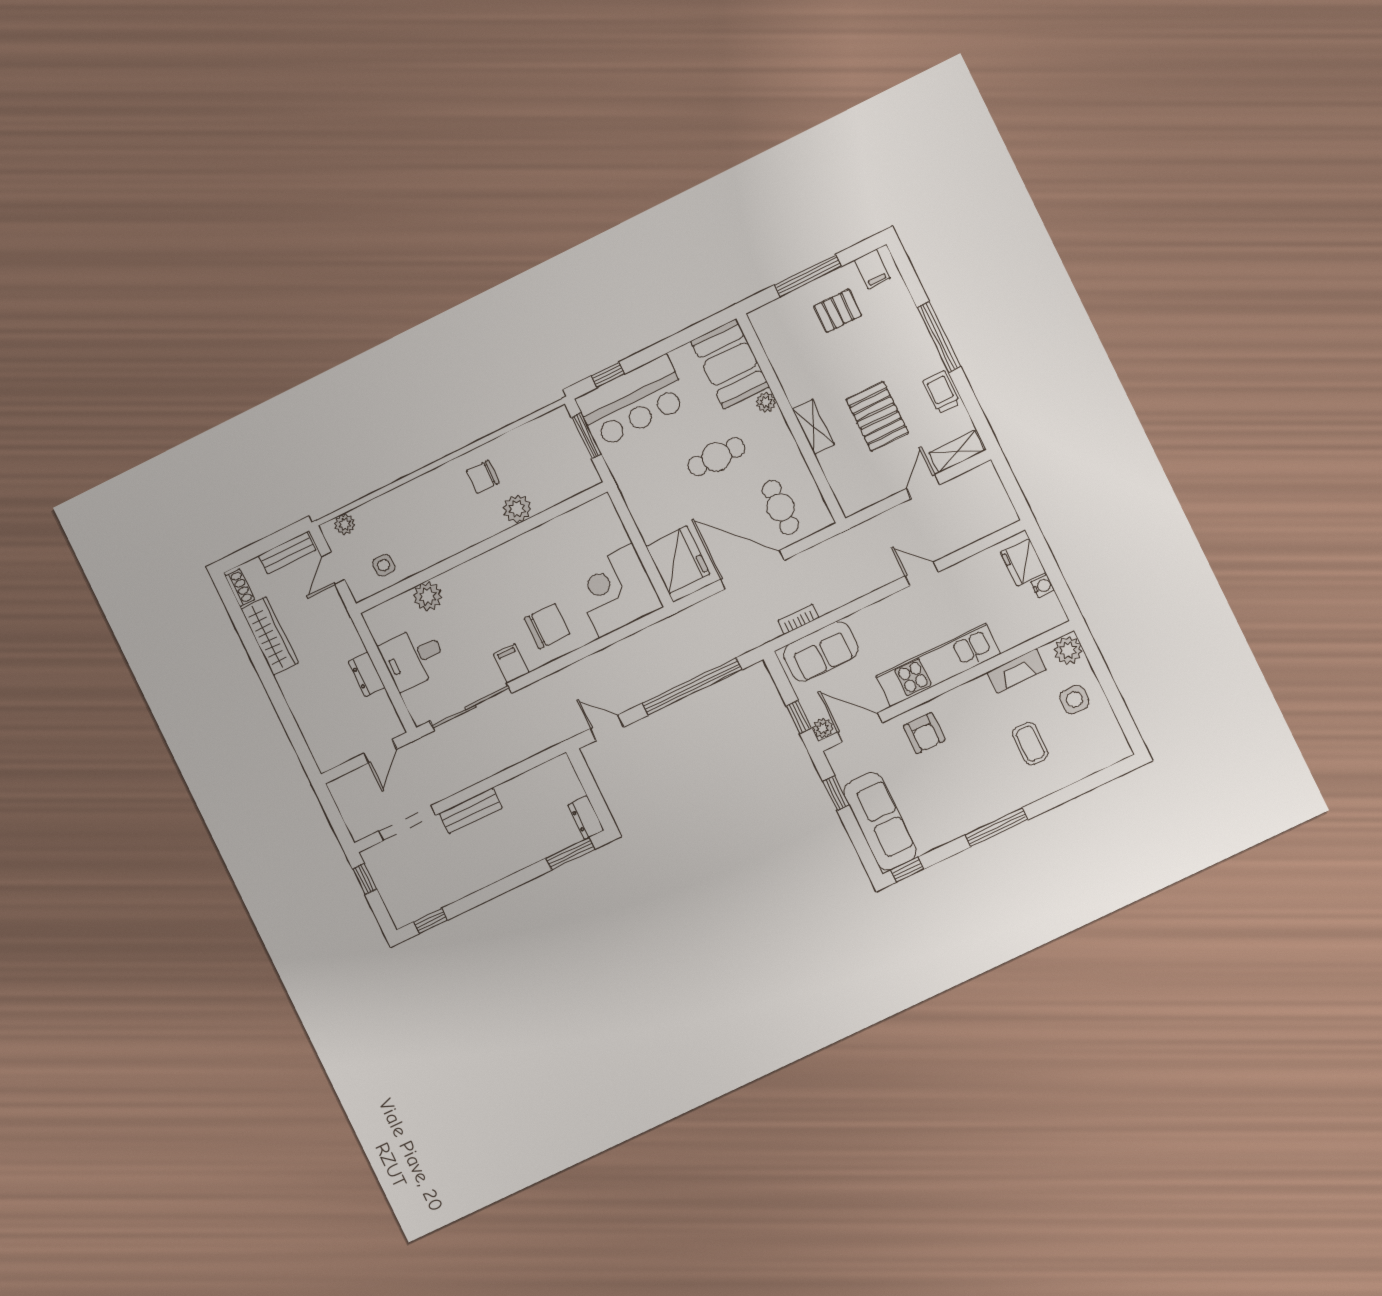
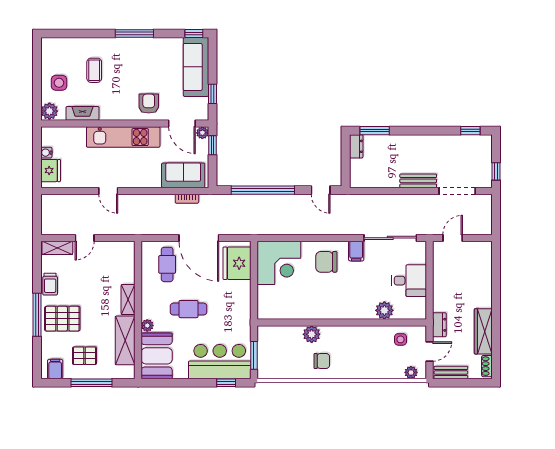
shelving: (788, 364) -> (125, 340), added
pallet: (877, 416) -> (62, 319), moved, turned 90
dresser: (367, 674) -> (439, 325), moved

